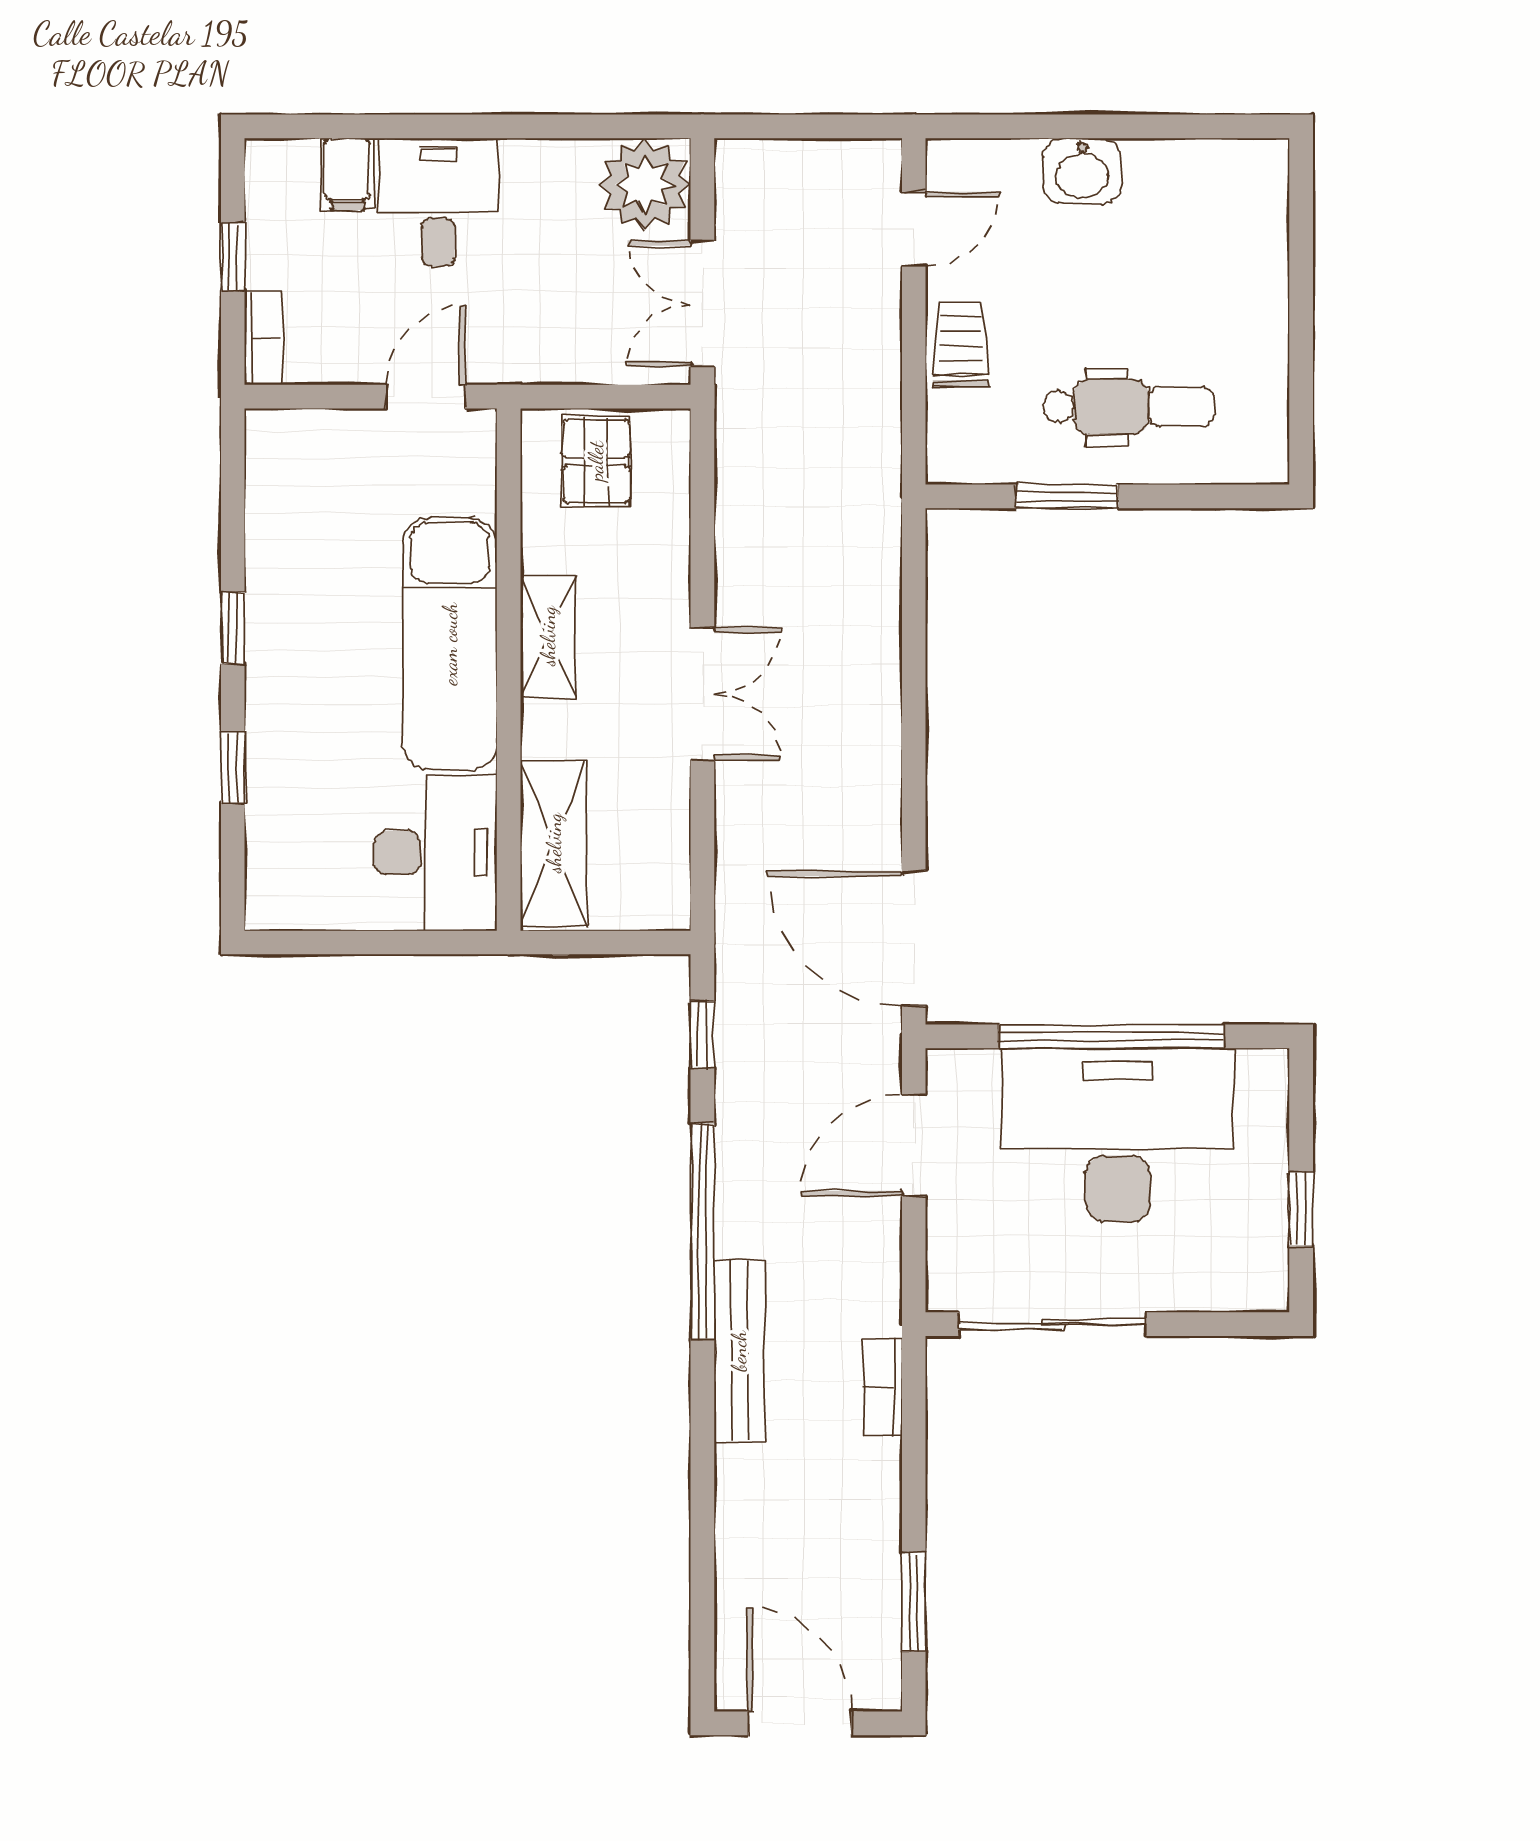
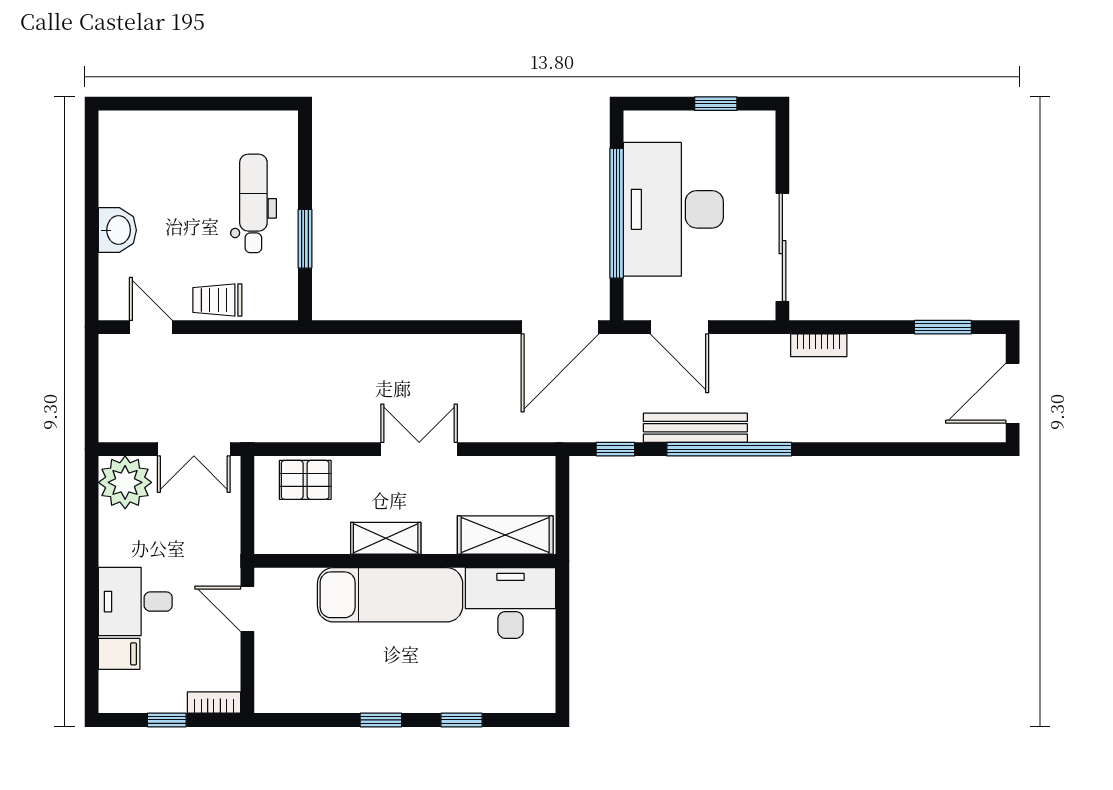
pallet: (596, 461) -> (305, 480), moved
bench: (739, 1351) -> (695, 428), moved

